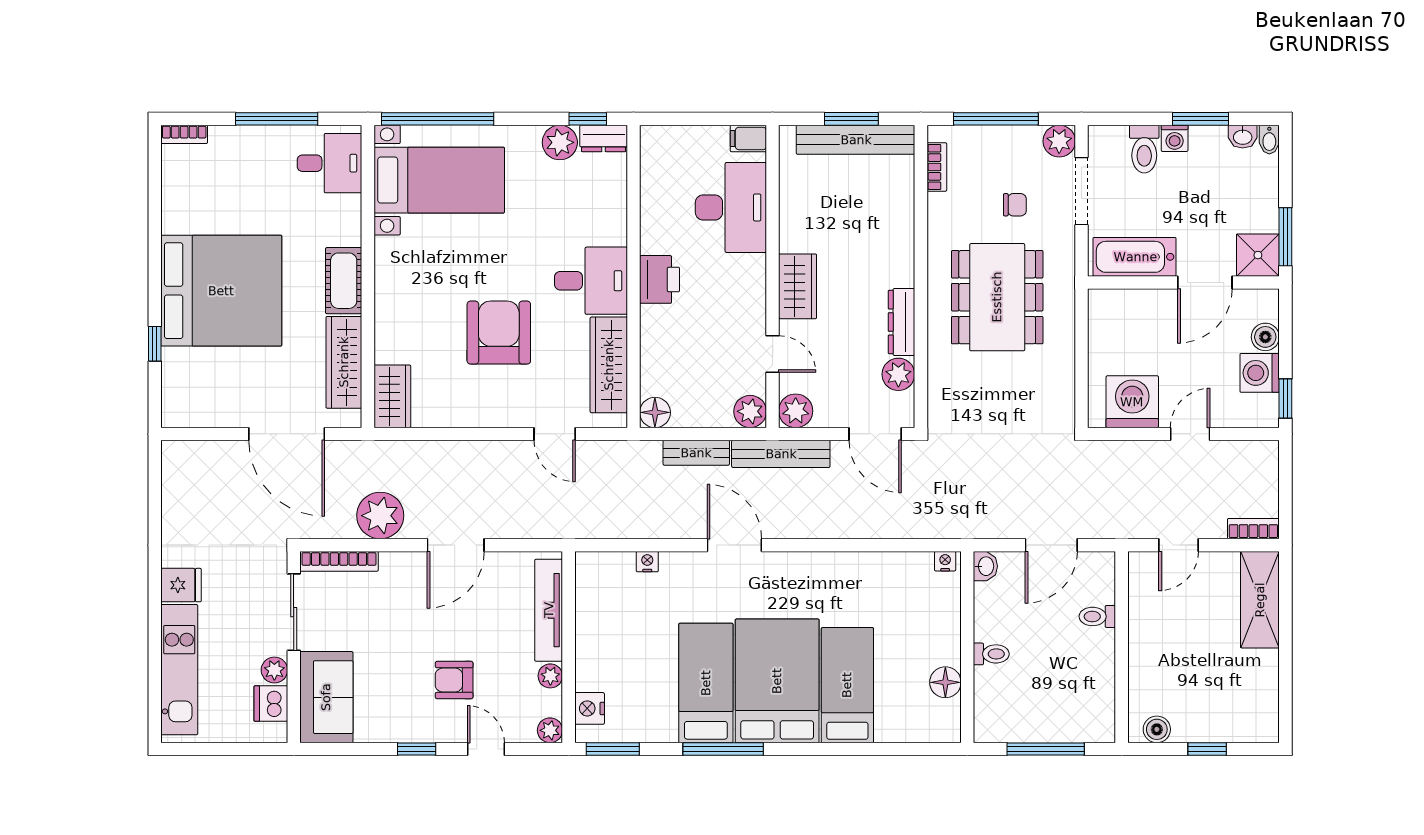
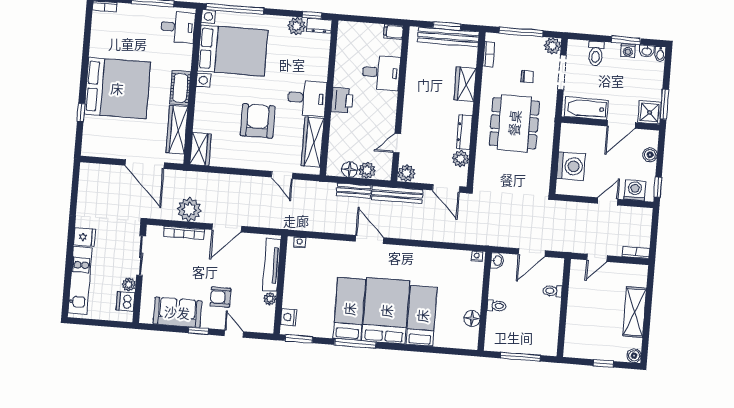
washing machine: (1175, 138) -> (628, 51), moved
bed with nightstands: (439, 180) -> (233, 50), width x1.36
desk: (731, 207) -> (381, 73), width x0.73
wardrobe: (798, 286) -> (465, 84), moved, turned 180
door: (773, 354) -> (397, 143), swing flipped
washing machine: (1260, 373) -> (635, 190), moved, turned 90
washing machine: (1132, 402) -> (571, 166), moved, turned 90
plant: (750, 411) -> (367, 170), moved
floor lamp: (655, 412) -> (350, 169), moved
bookcase: (339, 561) -> (184, 233), moved
nightstand: (647, 562) -> (300, 242), moved
shelving: (1260, 600) -> (635, 312), moved
sofa: (326, 697) -> (177, 312), moved, turned -90
boiler: (1157, 729) -> (634, 356), moved
plant: (550, 730) -> (267, 327), removed

